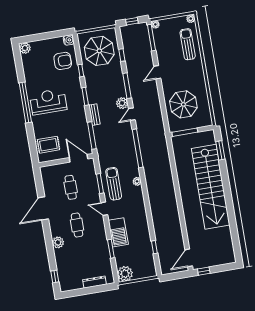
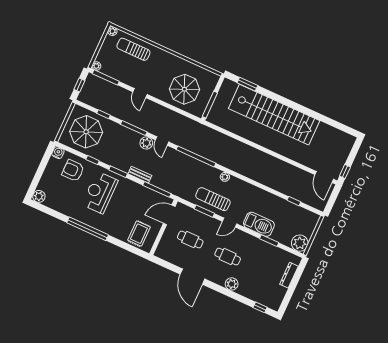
armchair: (63, 61) -> (73, 170), turned -90
reception desk: (48, 102) -> (100, 193), moved

